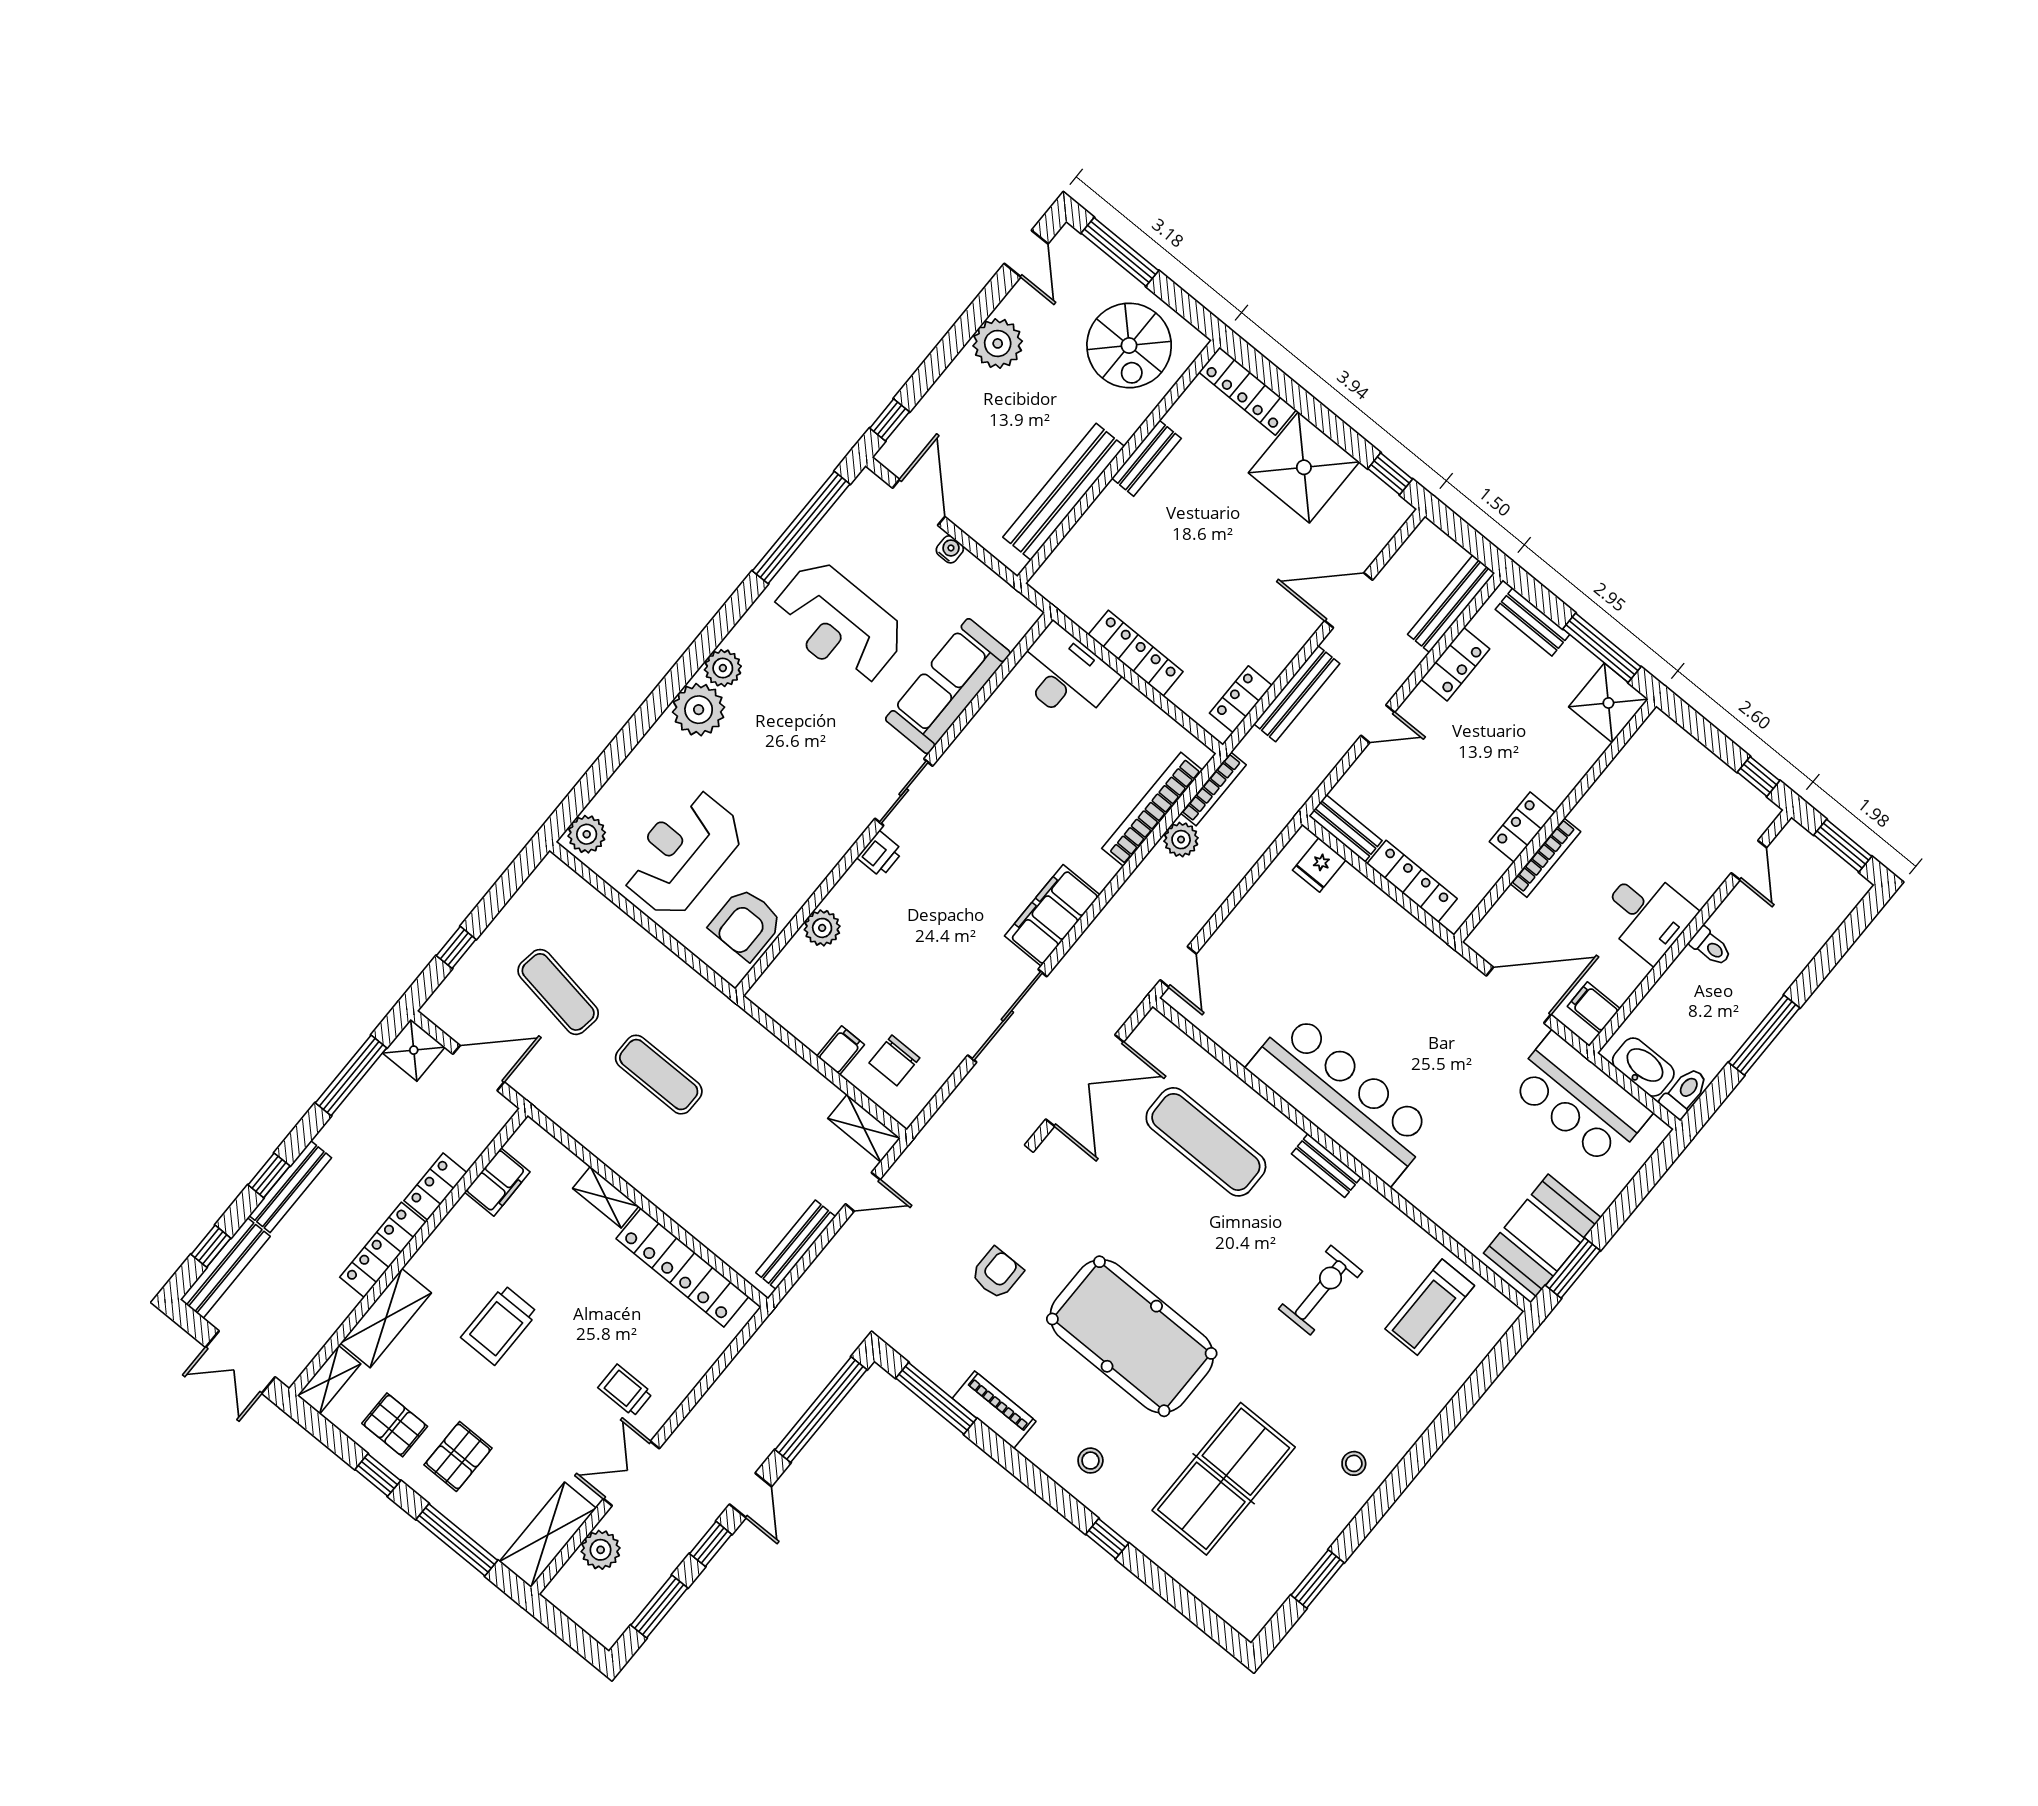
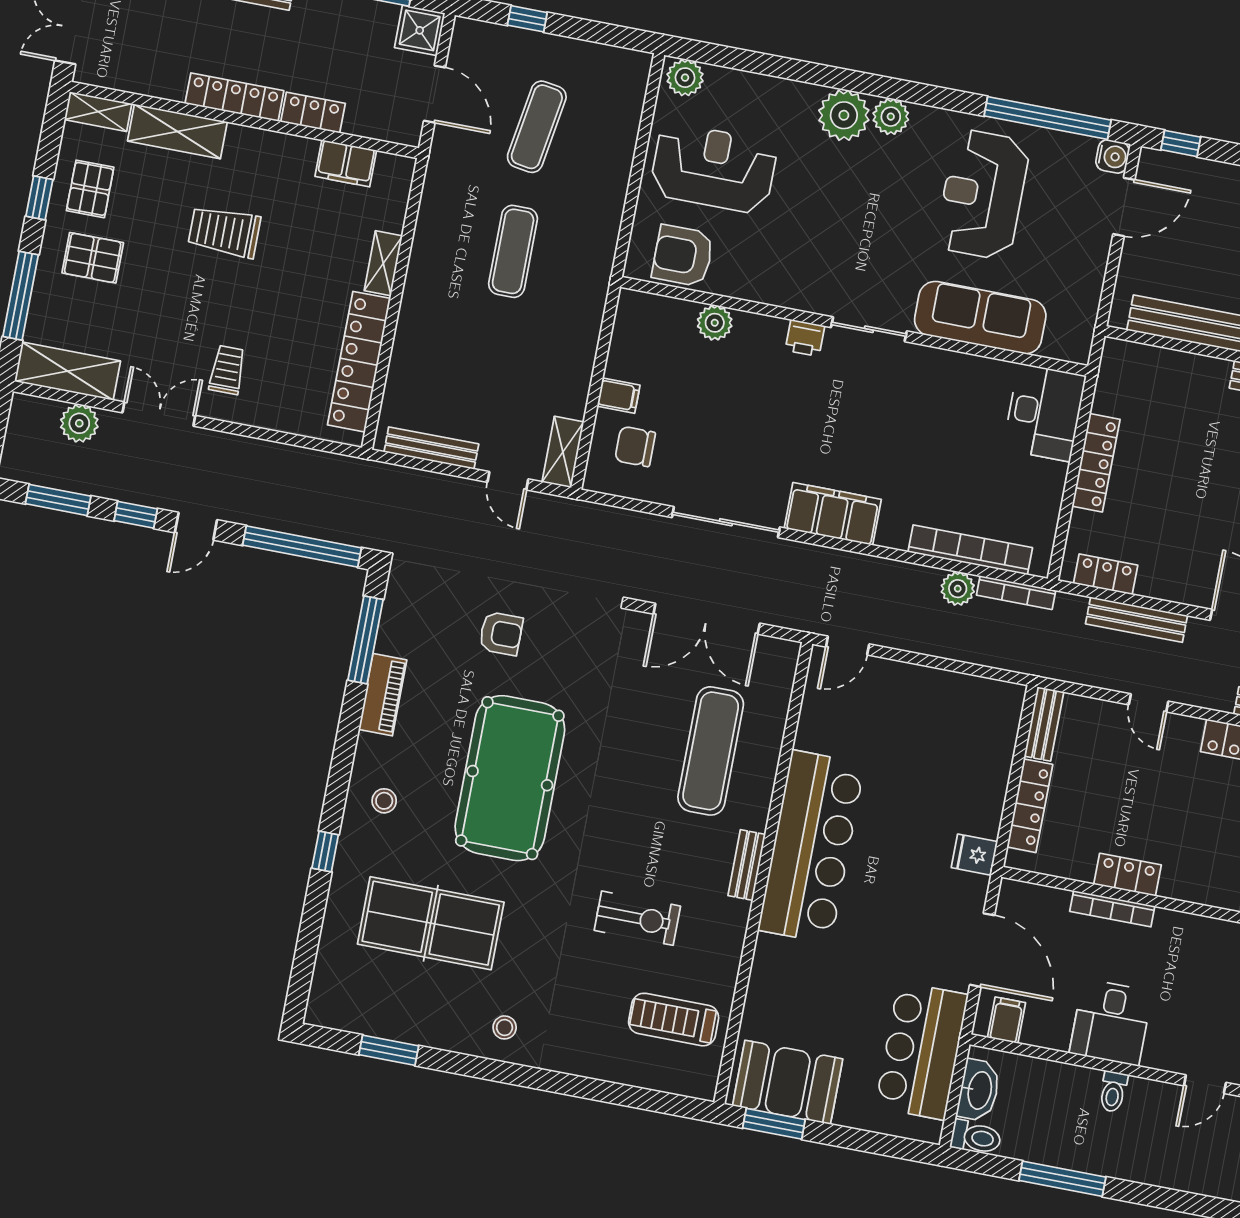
water cooler: (950, 549) -> (1113, 156), moved, width x1.38, depth x1.38
fridge: (1319, 865) -> (975, 855), moved

